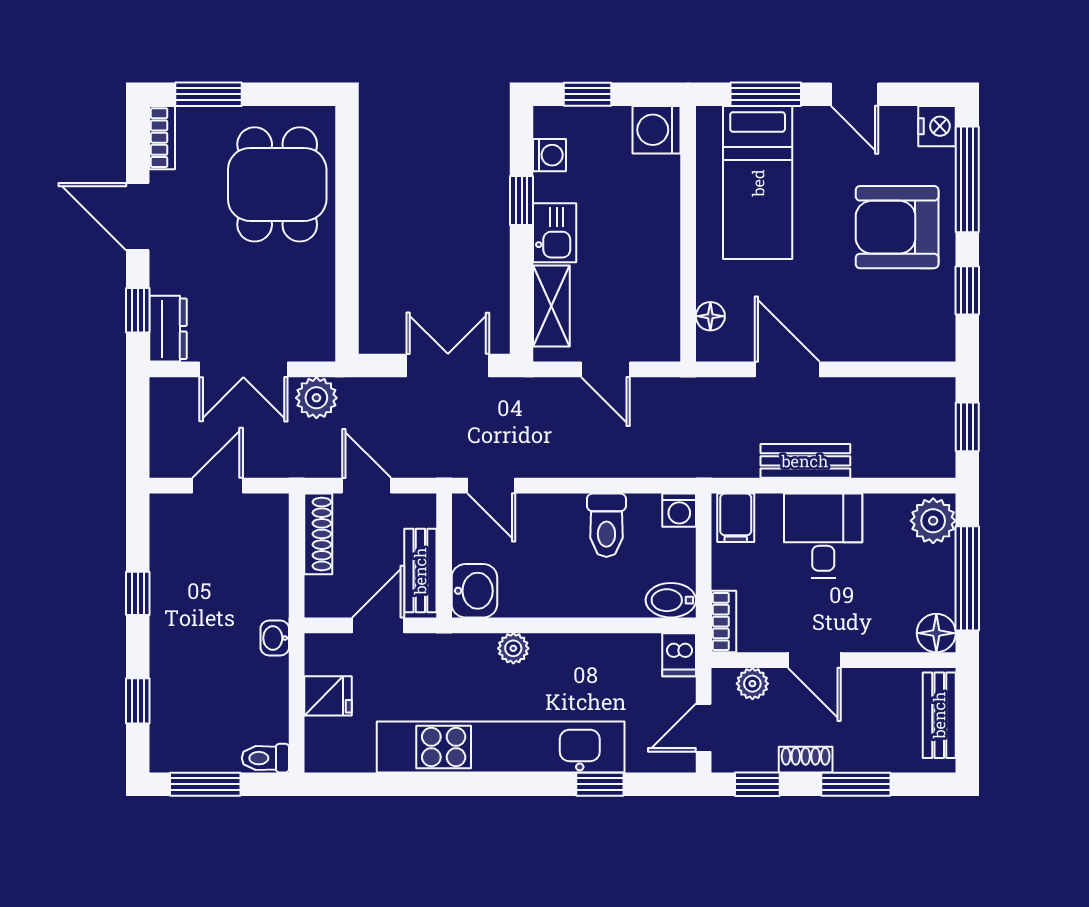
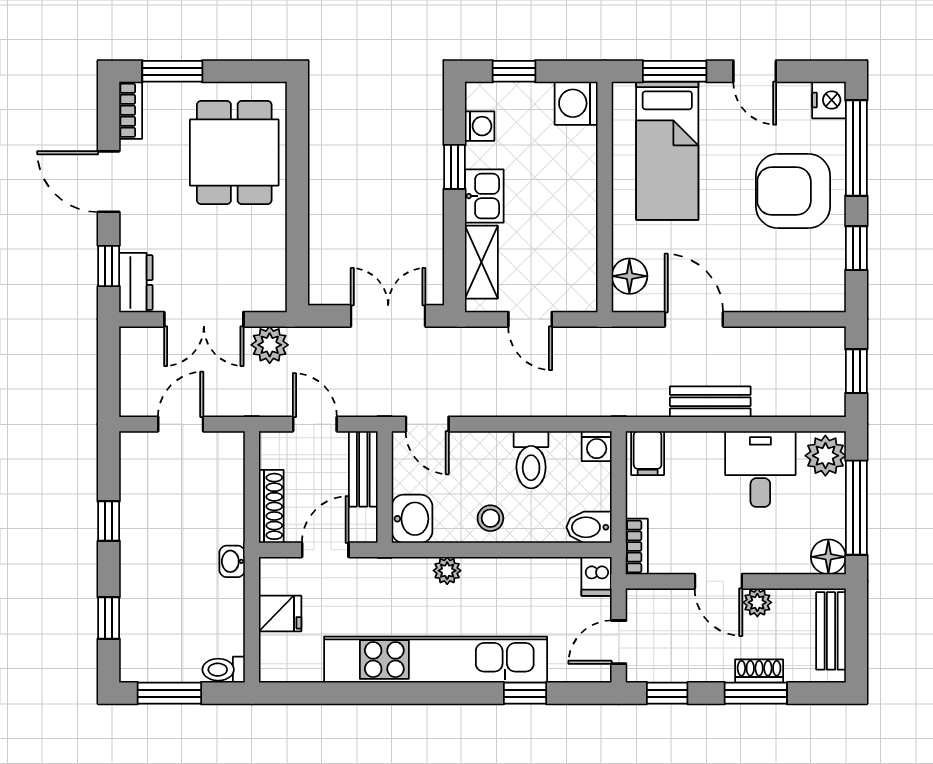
floor lamp: (710, 316) -> (629, 276), width x1.37, depth x1.37
shoe rack: (318, 534) -> (271, 506), moved
desk: (823, 536) -> (760, 469), moved
bench: (420, 571) -> (363, 469), moved
stool: (561, 590) -> (490, 518), added
plant: (752, 684) -> (757, 602), moved
shoe rack: (806, 760) -> (759, 671), moved

